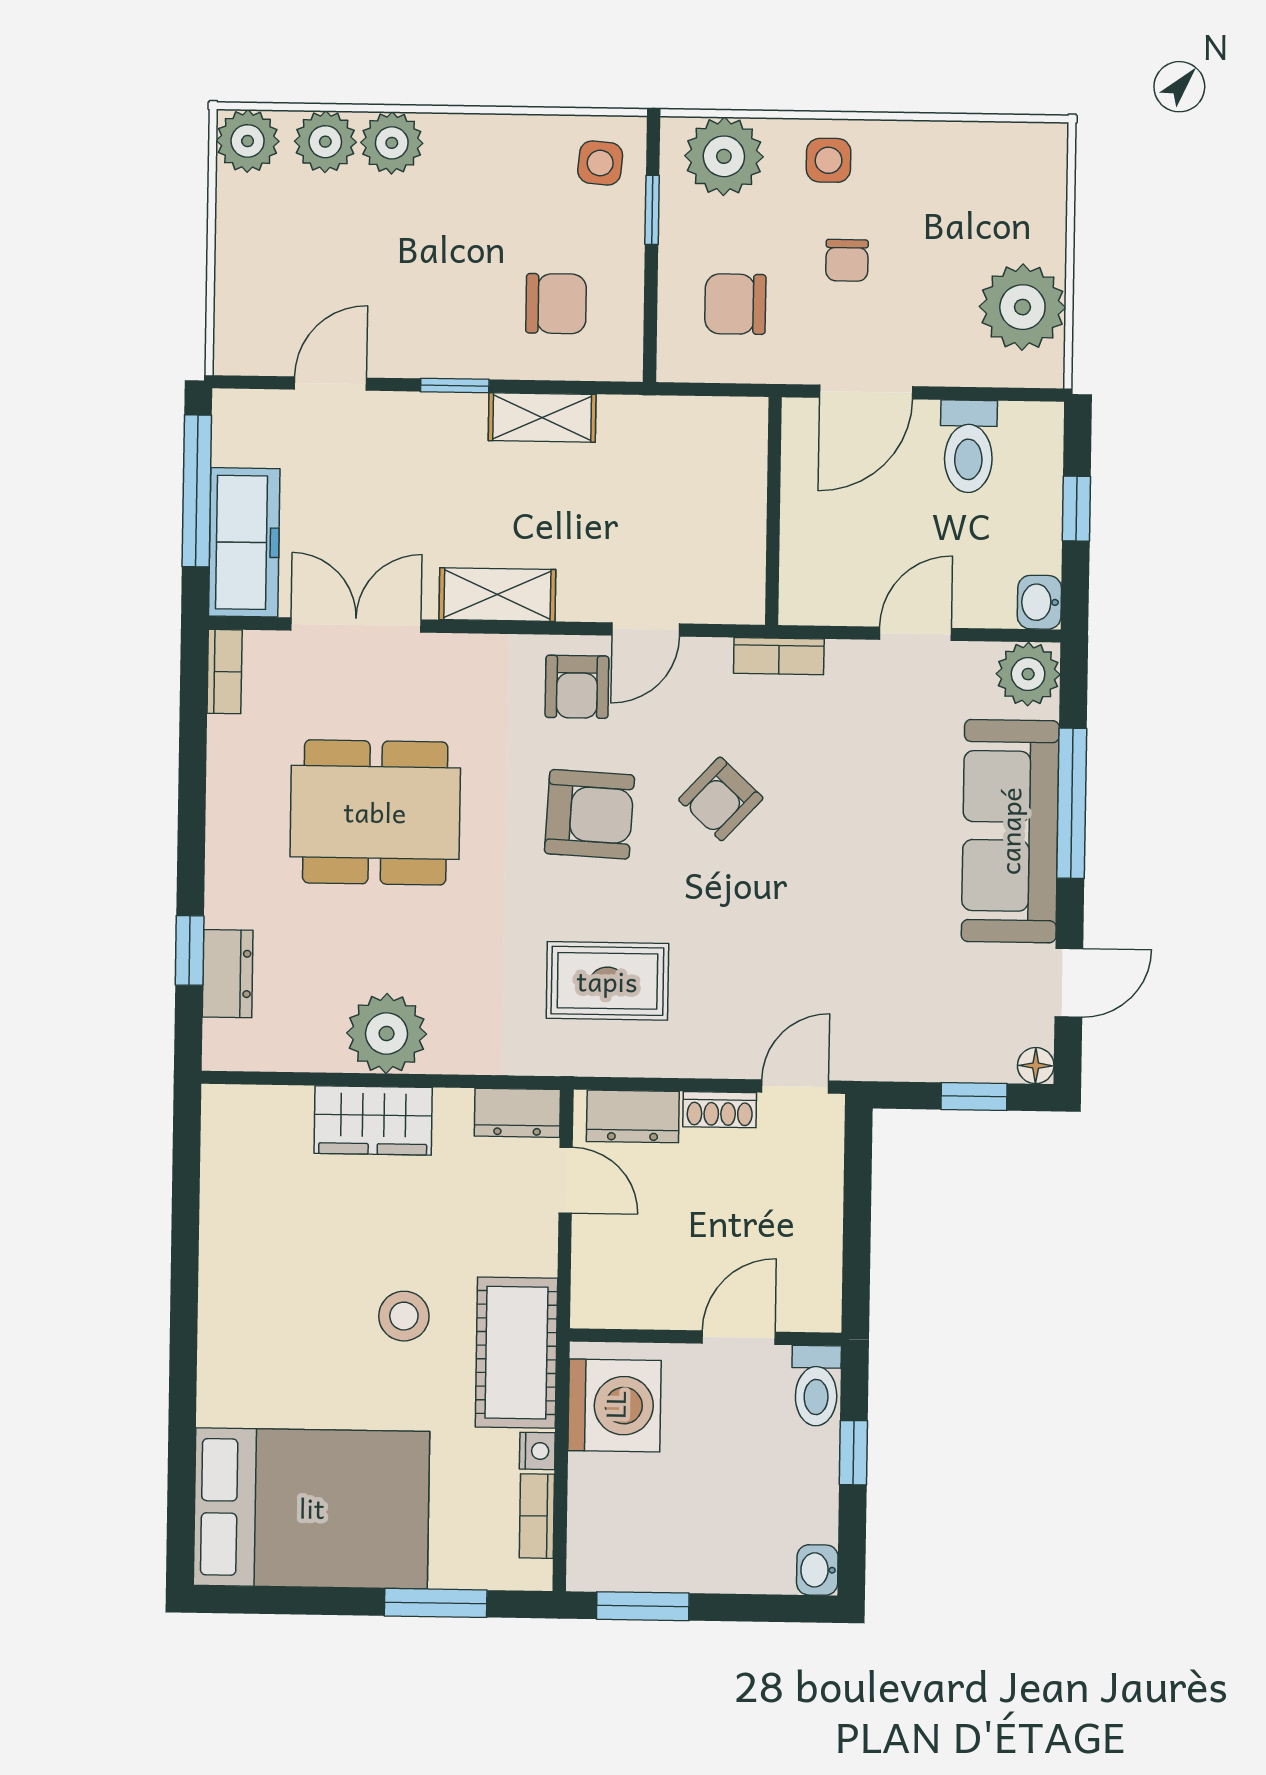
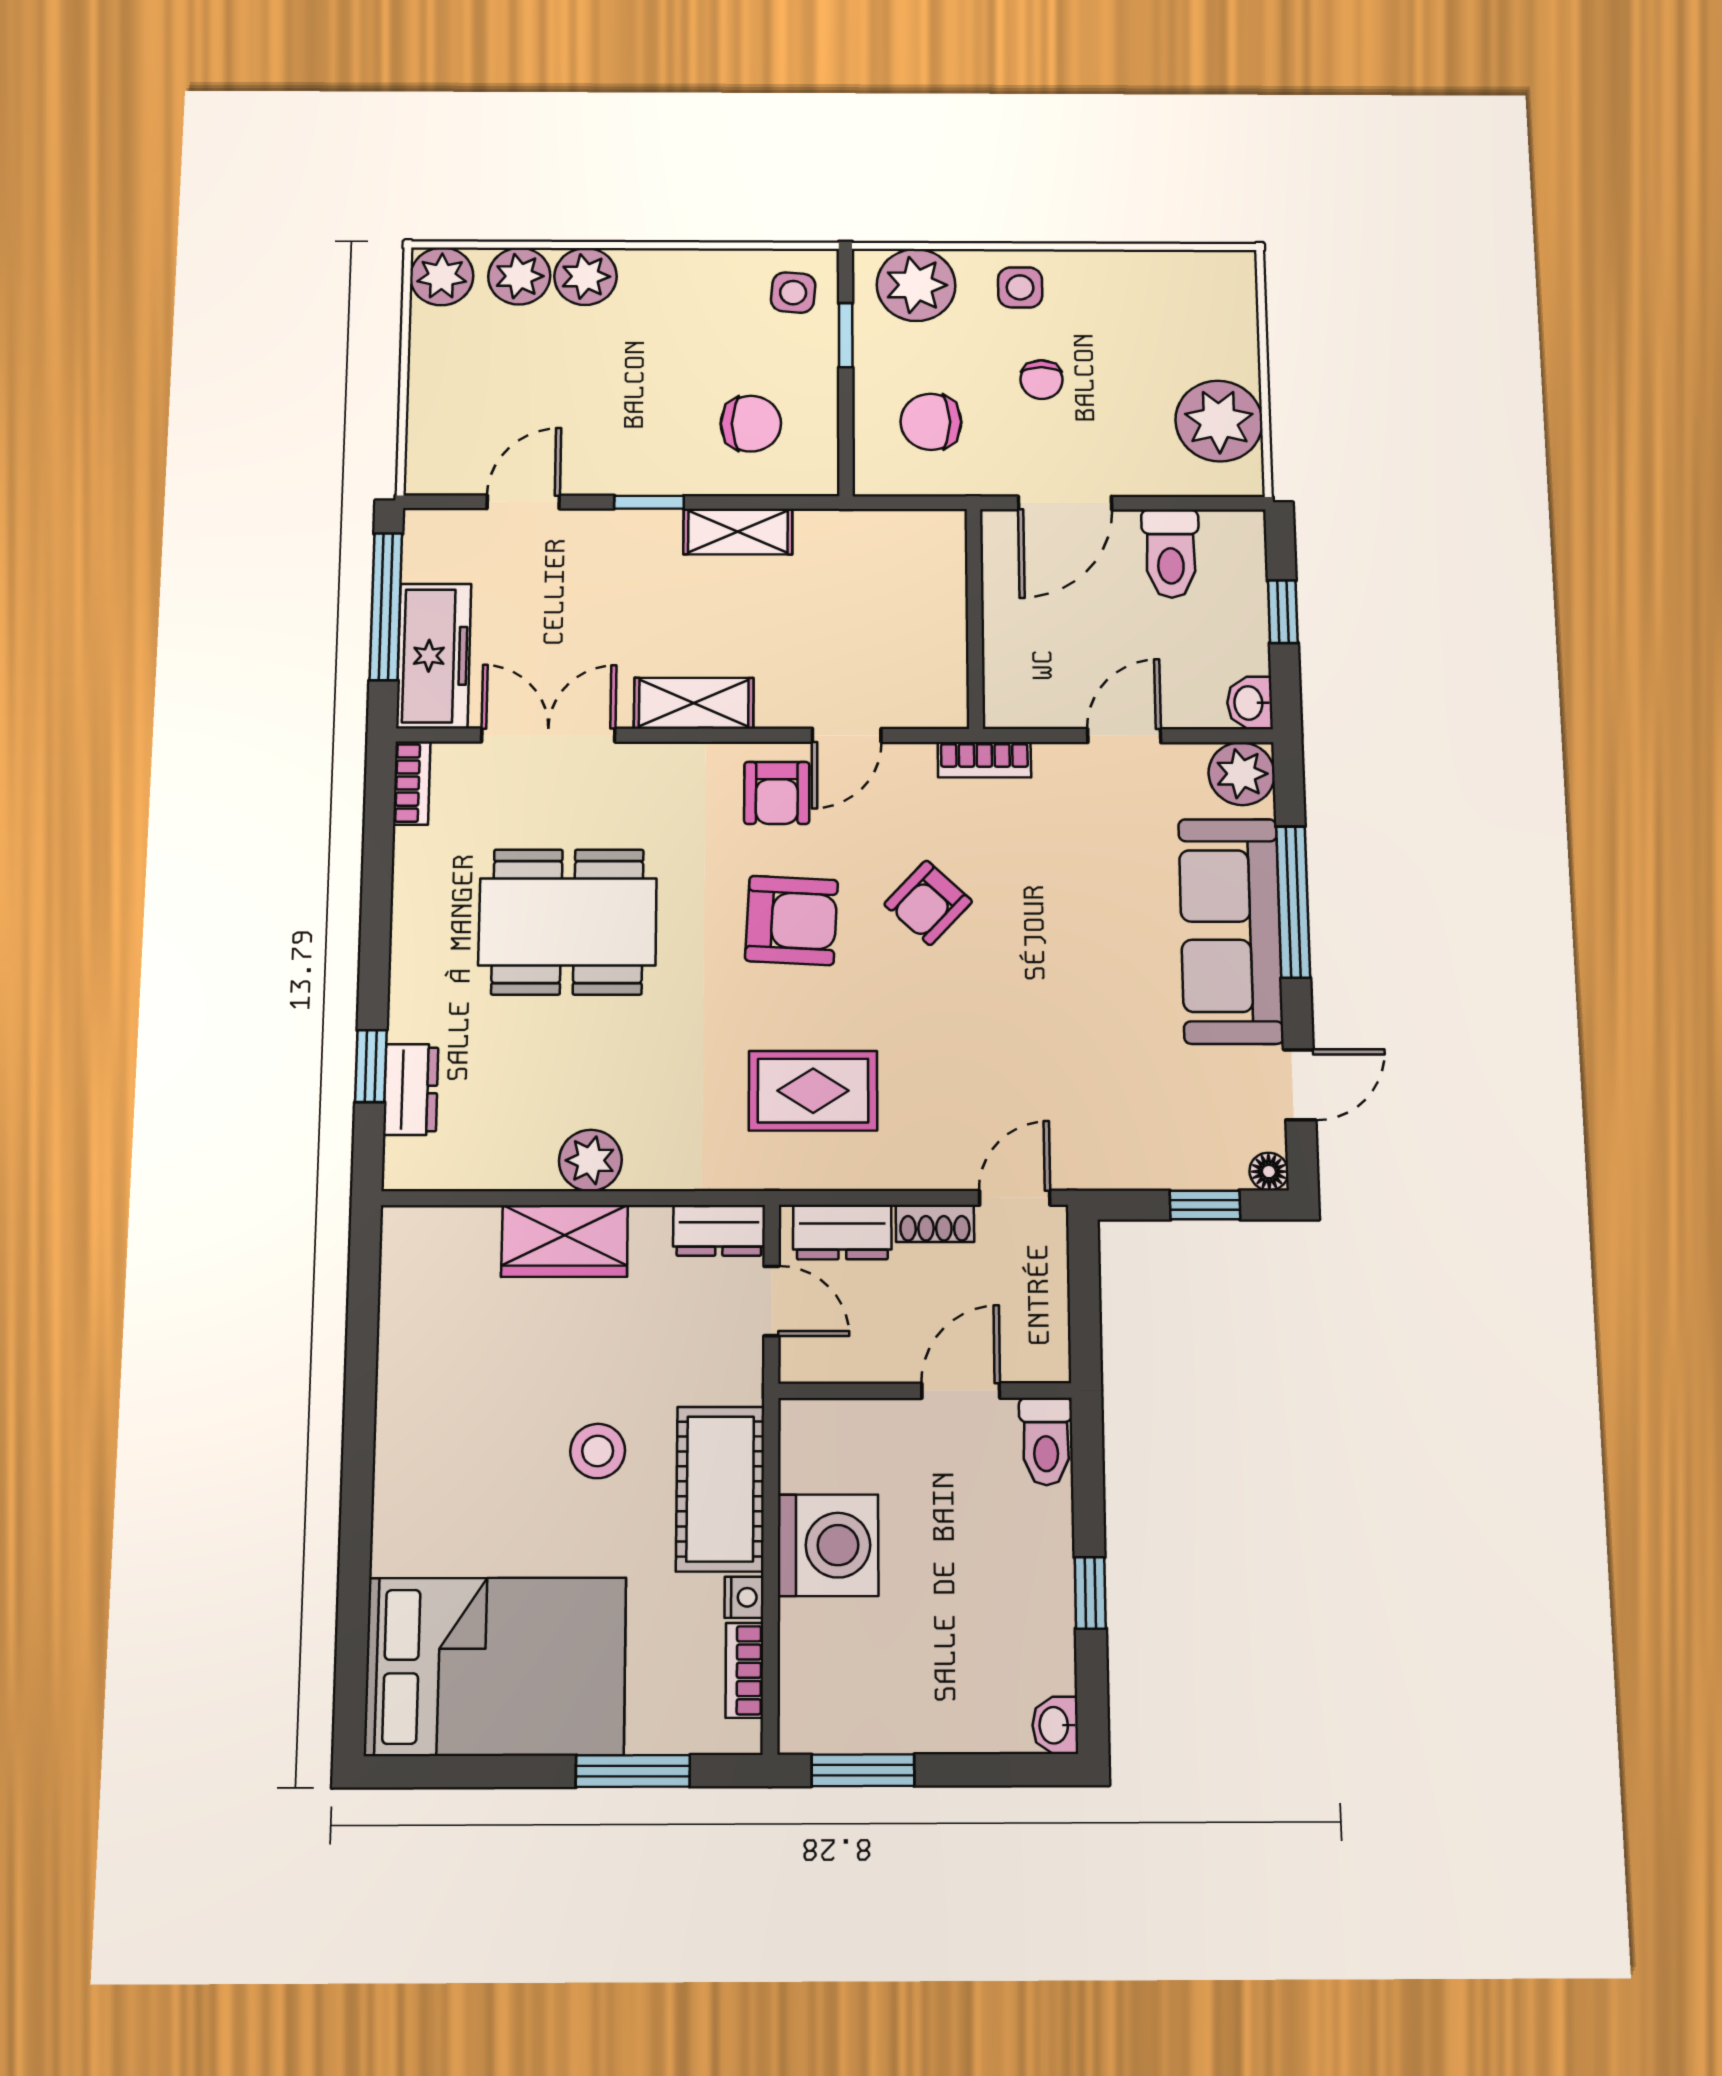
plant: (387, 1034) -> (590, 1160), width x0.73, depth x0.73
wall: (706, 1337) -> (925, 1391), moved
door: (739, 1338) -> (961, 1391), moved
toilet: (816, 1386) -> (1046, 1441), moved

